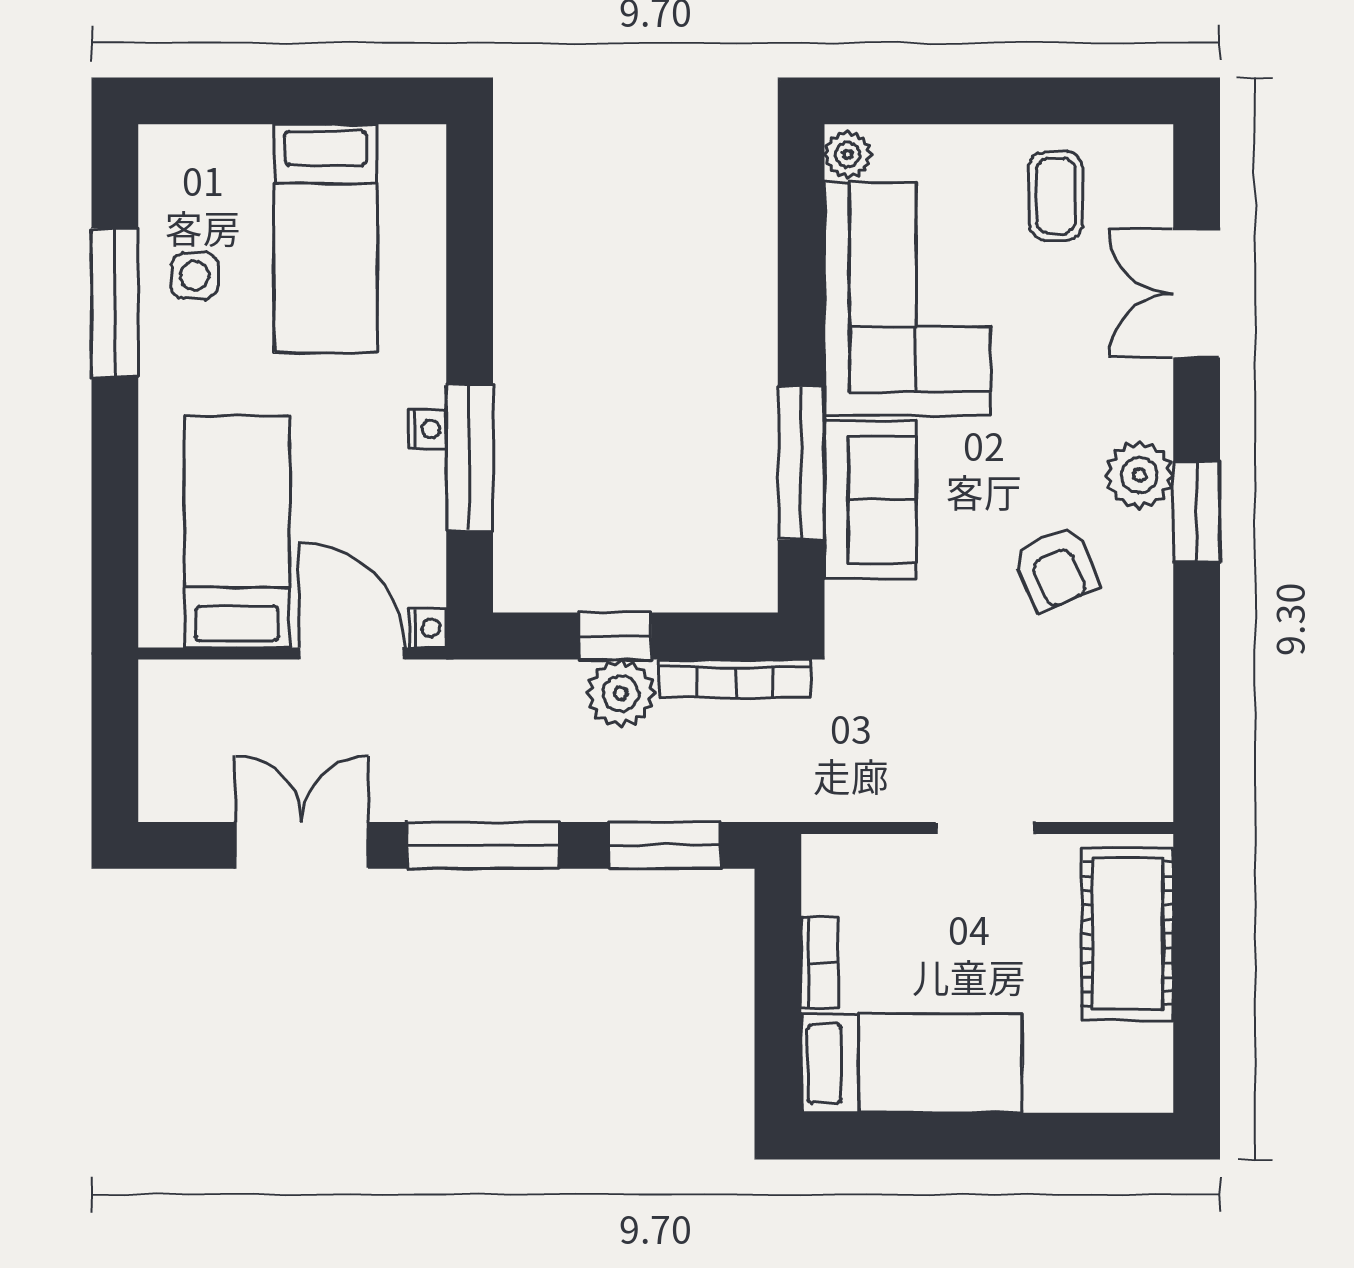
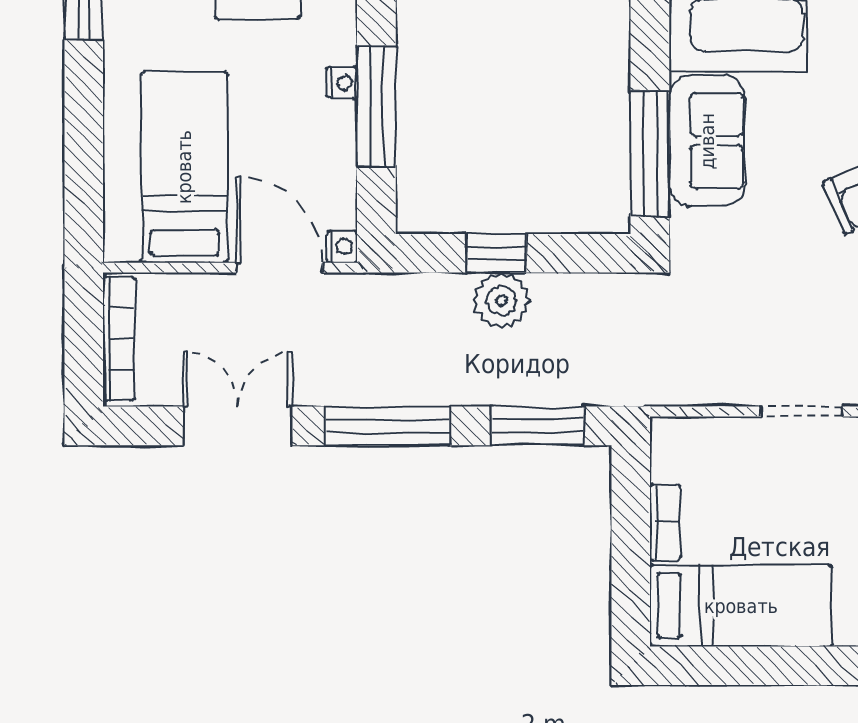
window: (801, 463) -> (650, 154), moved
bookcase: (735, 679) -> (119, 339), moved, turned -90

